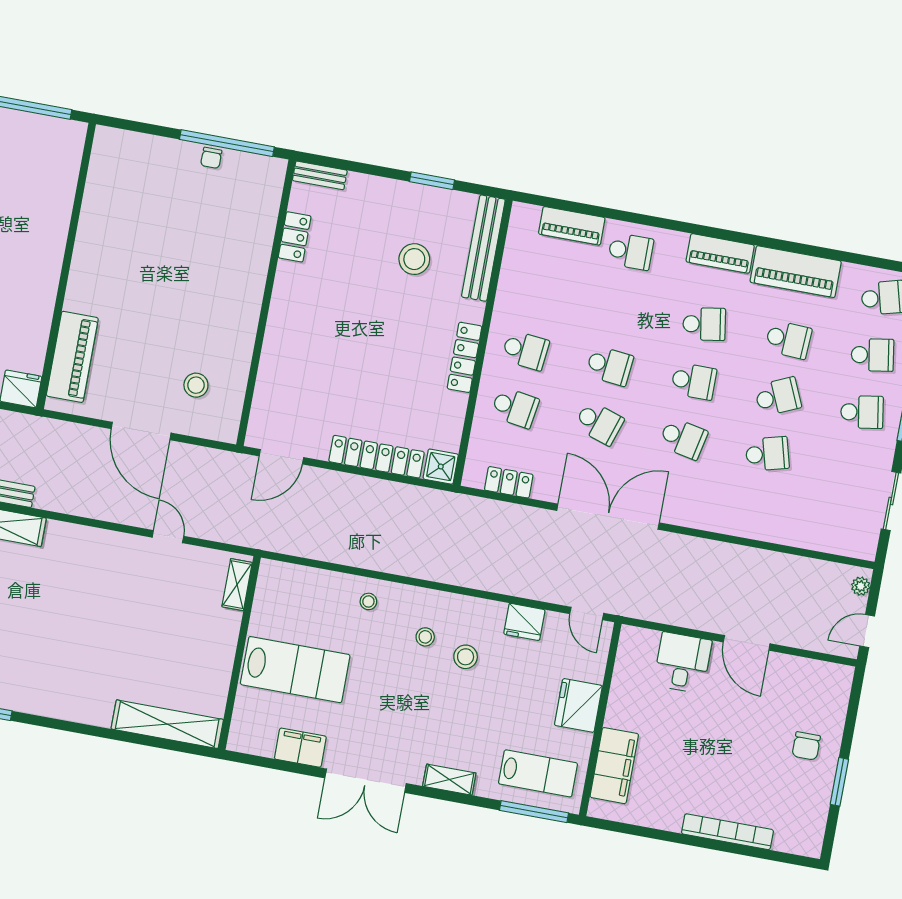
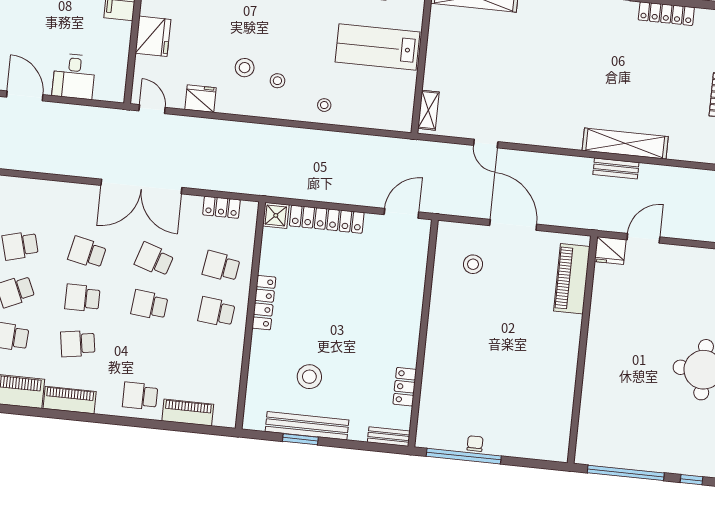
bench: (483, 248) -> (307, 426), moved, turned 90

